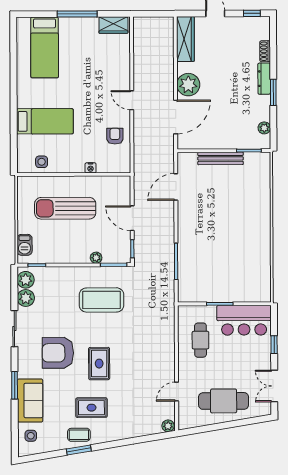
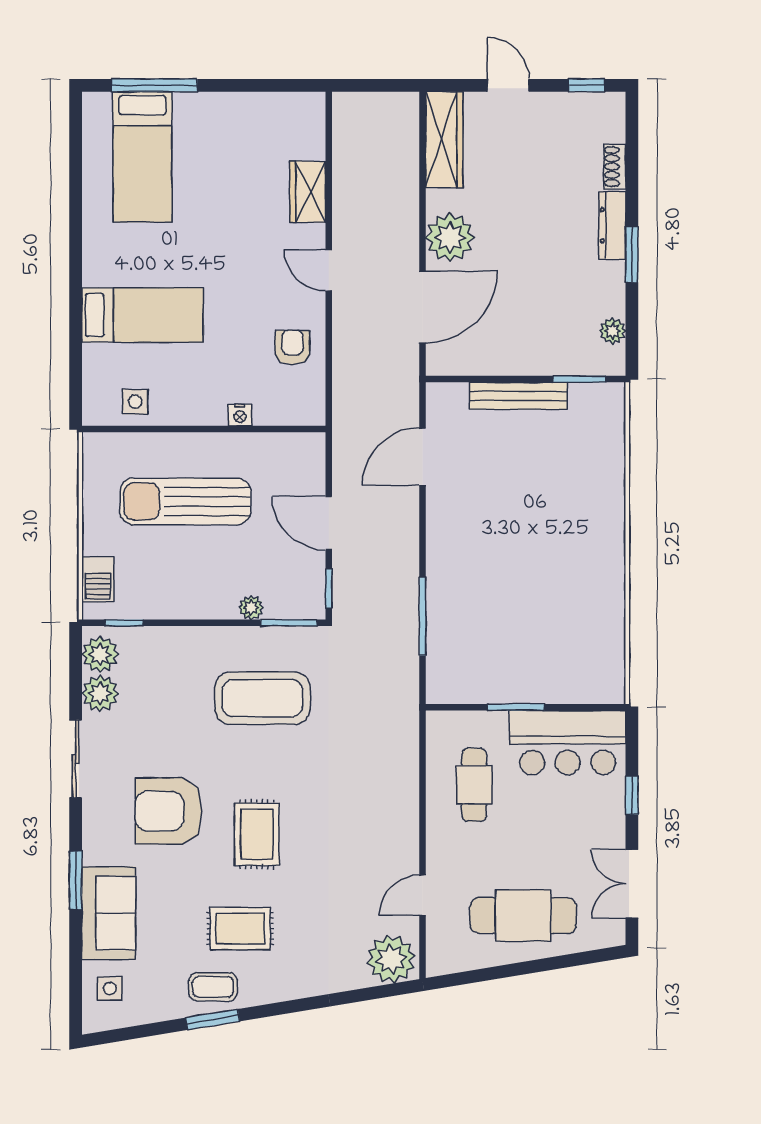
window: (77, 14) -> (154, 85), moved
wardrobe: (113, 25) -> (308, 192), moved, turned 90
plant: (168, 426) -> (391, 959), width x1.87, depth x1.87

